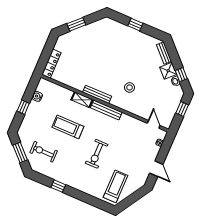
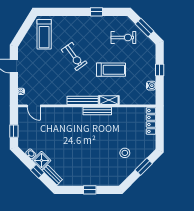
window: (181, 75) -> (37, 171), moved
stool: (130, 87) -> (125, 153), moved
exercise bike: (97, 154) -> (74, 56), turned 144

